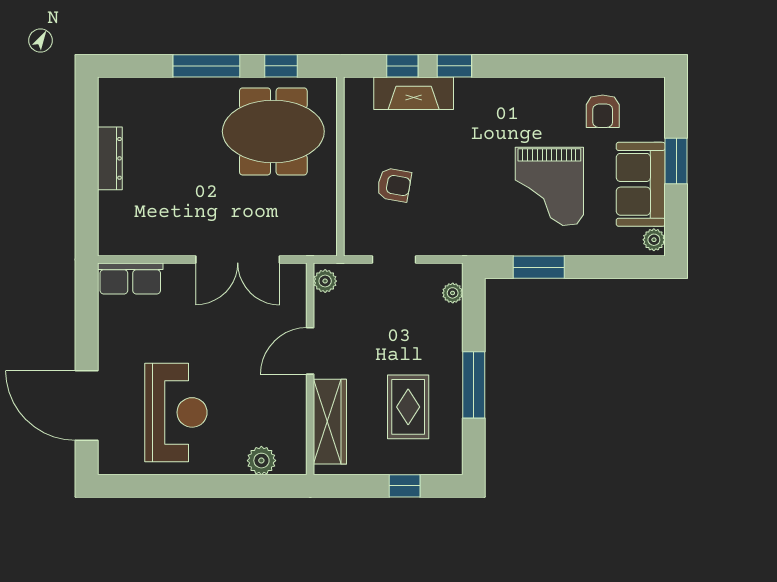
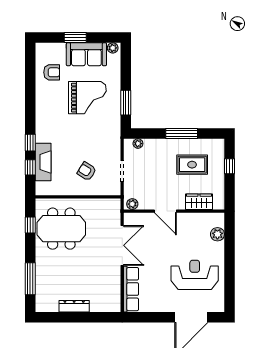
window: (206, 66) -> (30, 279), moved
meeting table: (273, 131) -> (61, 229), turned 90
armchair: (394, 185) -> (87, 171), turned -68
row of seats: (130, 278) -> (131, 289), width x1.48
wardrobe: (330, 422) -> (199, 202), width x0.67

